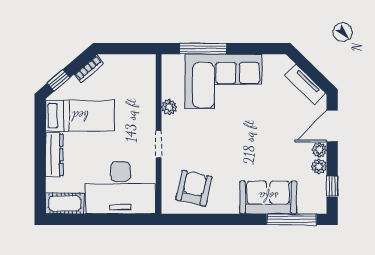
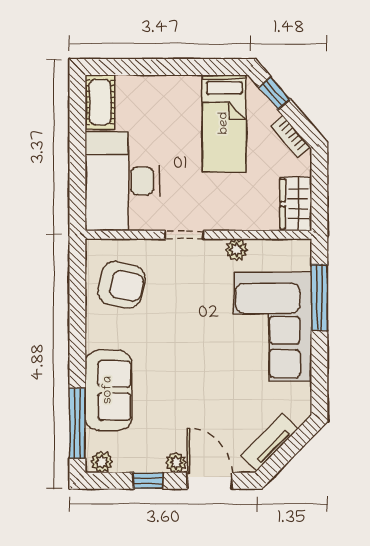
wardrobe: (137, 65) -> (296, 204), added
dresser: (54, 155) -> (169, 87), removed
plant: (319, 166) -> (102, 462), moved
window: (332, 186) -> (148, 481), moved

